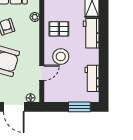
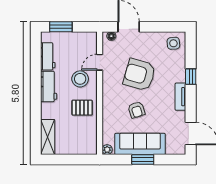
plant: (35, 17) -> (107, 120), removed
workbench: (91, 33) -> (49, 86), moved

